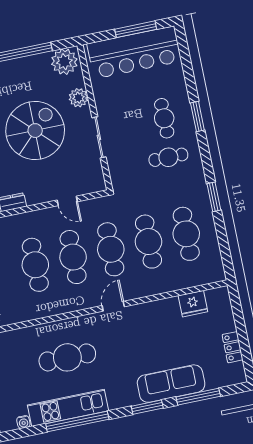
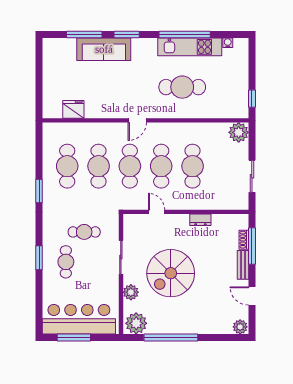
cafe table: (168, 157) -> (84, 232), moved
locker: (233, 347) -> (49, 68), removed

